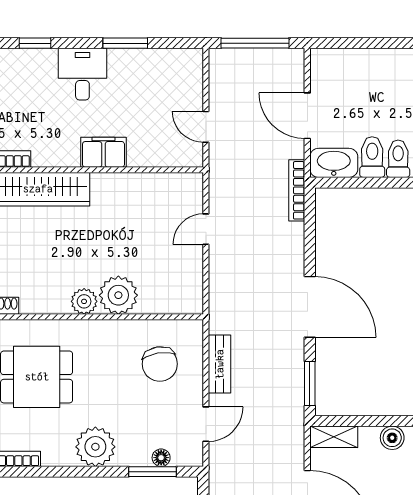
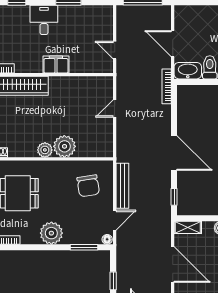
bench: (220, 364) -> (122, 186), width x1.36
window: (310, 383) -> (174, 197), width x0.67
floor lamp: (161, 458) -> (107, 239), moved

